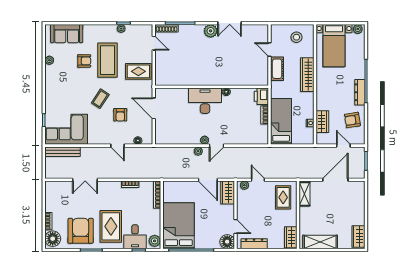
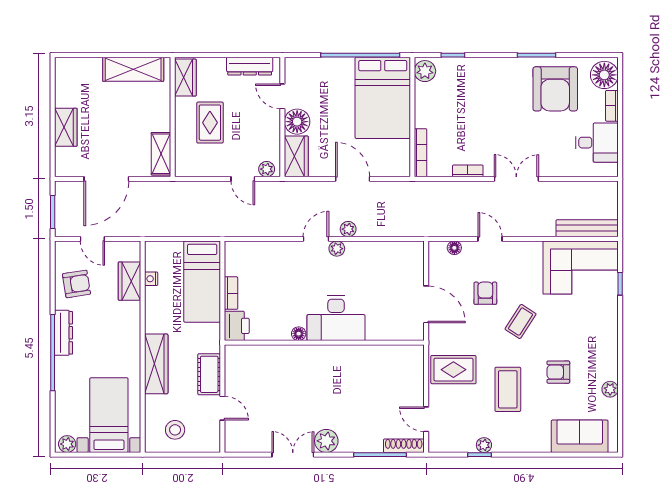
coffee table: (108, 60) -> (508, 389), width x0.73, depth x0.76
armchair: (84, 61) -> (558, 372), moved
double door: (85, 180) -> (516, 179), moved
door: (208, 180) -> (353, 179), moved
rug: (283, 197) -> (210, 123), moved
rug: (111, 226) -> (502, 97), removed
wardrobe: (358, 236) -> (66, 127), moved
desk: (135, 237) -> (597, 143), moved, turned 90
floor lamp: (227, 242) -> (297, 122), moved

